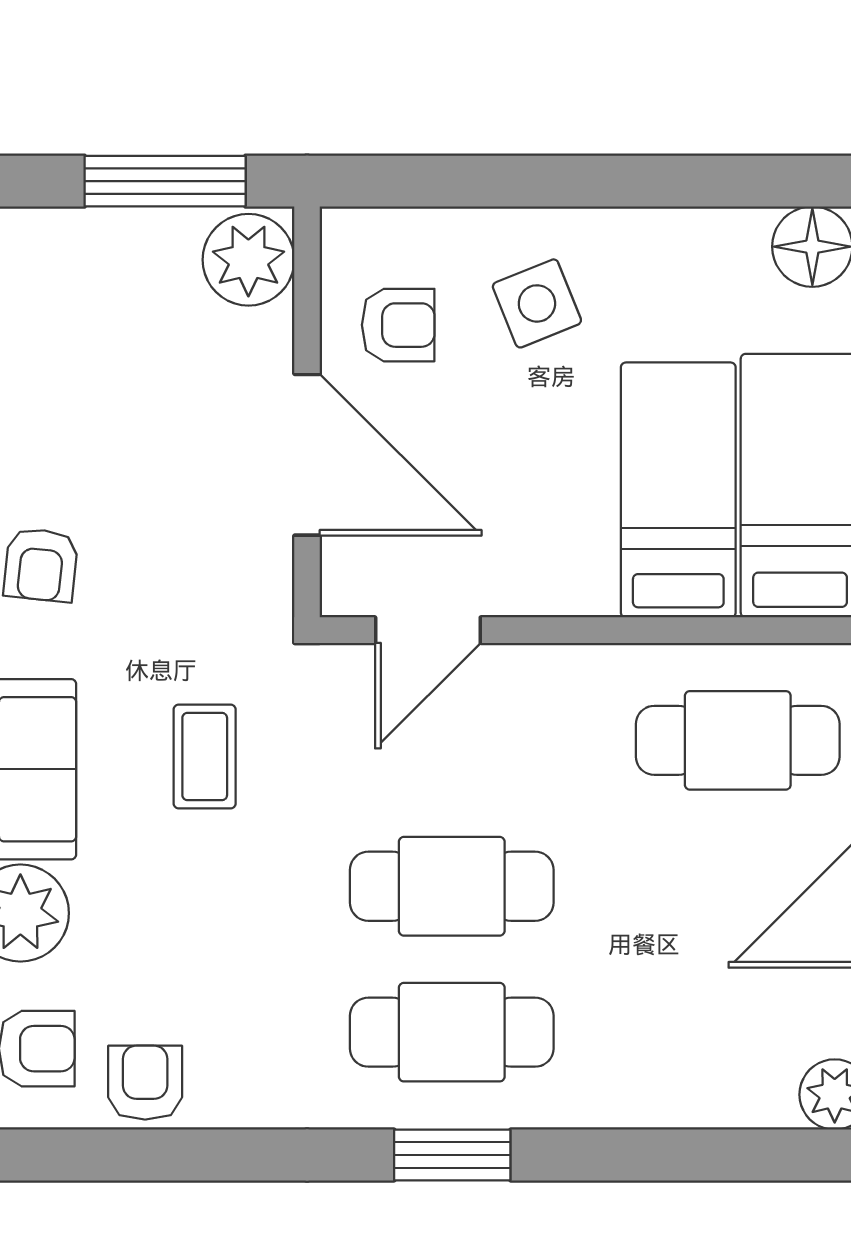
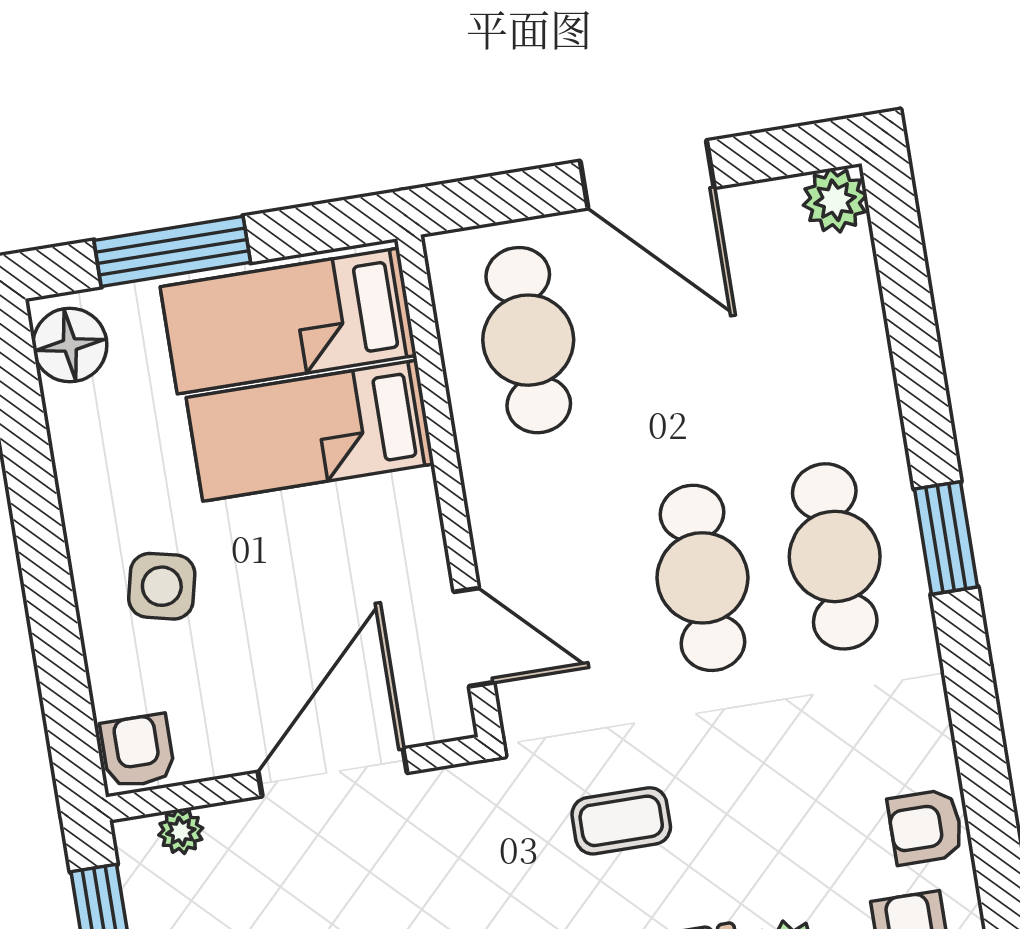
plant: (248, 260) -> (181, 831), width x0.53, depth x0.53
side table: (537, 303) -> (162, 586), turned 35
armchair: (398, 325) -> (138, 751), moved

